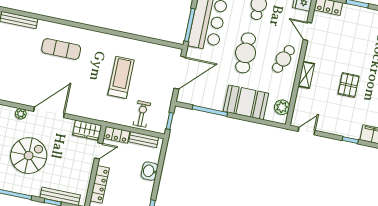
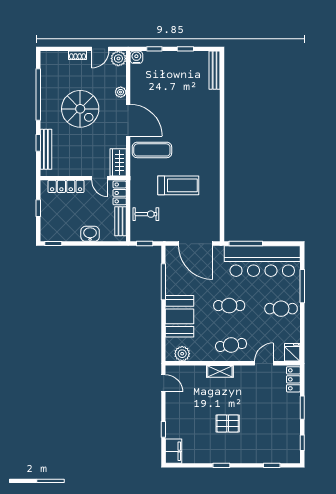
exercise mat: (61, 49) -> (152, 150), moved, turned 90
cafe table: (246, 53) -> (229, 306), width x0.73, depth x0.74
cafe table: (283, 59) -> (231, 345), turned -30
pallet: (349, 85) -> (228, 423), moved

